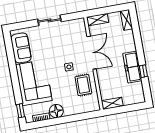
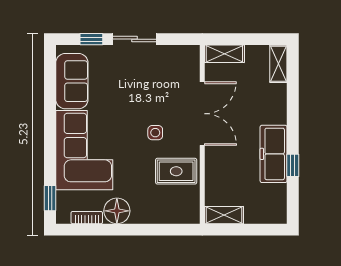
window: (27, 24) -> (91, 39), added
rug: (83, 85) -> (176, 171), turned 90

